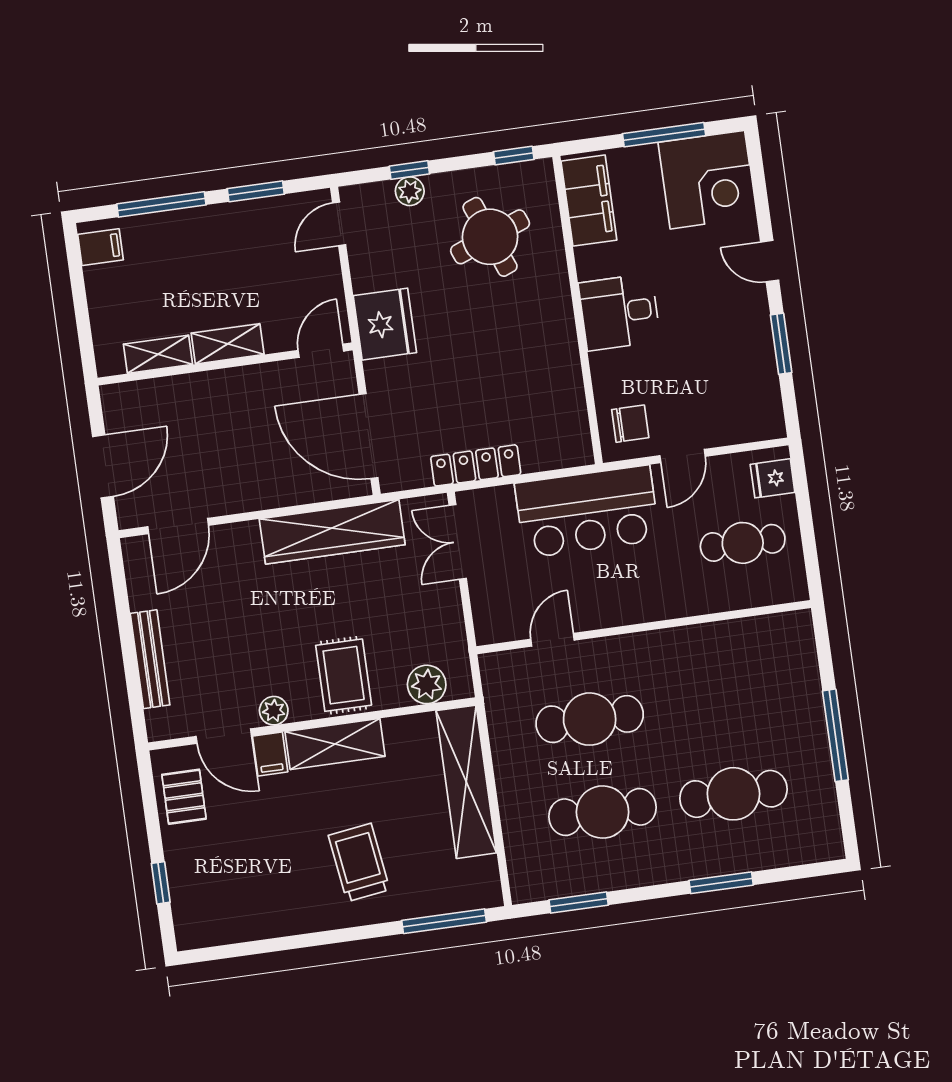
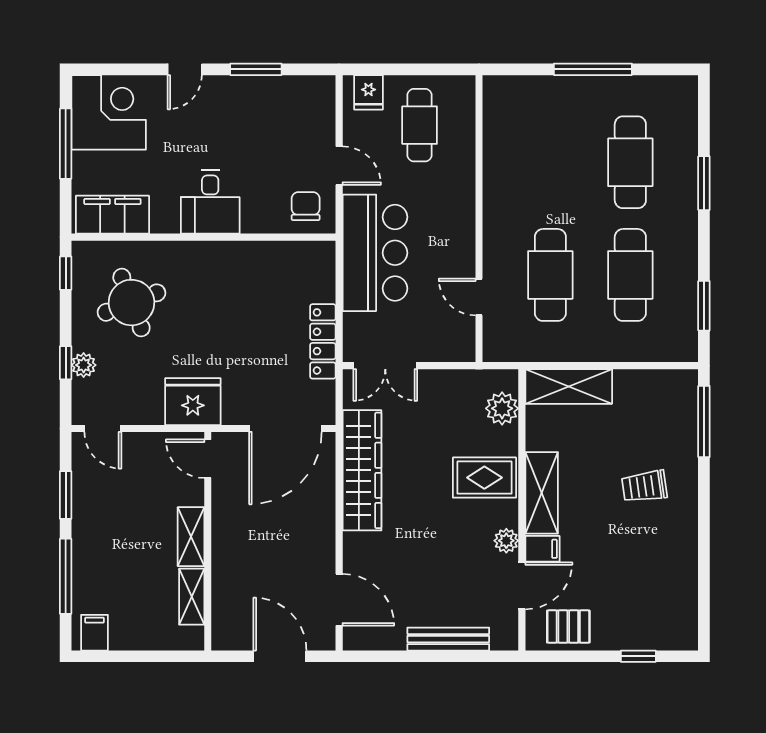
shelving: (466, 782) -> (569, 386), width x0.68
trolley: (359, 863) -> (644, 486), width x0.73, depth x0.72

